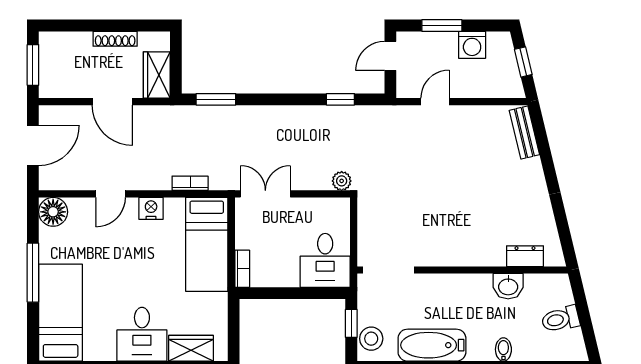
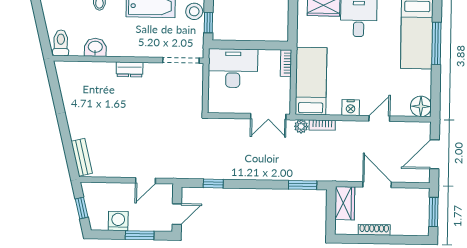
plant: (342, 181) -> (301, 126), moved
dresser: (525, 256) -> (130, 69), moved
desk: (325, 260) -> (233, 68), width x1.37
window: (33, 273) -> (436, 43), moved
toilet: (560, 319) -> (61, 43), moved, turned -77

